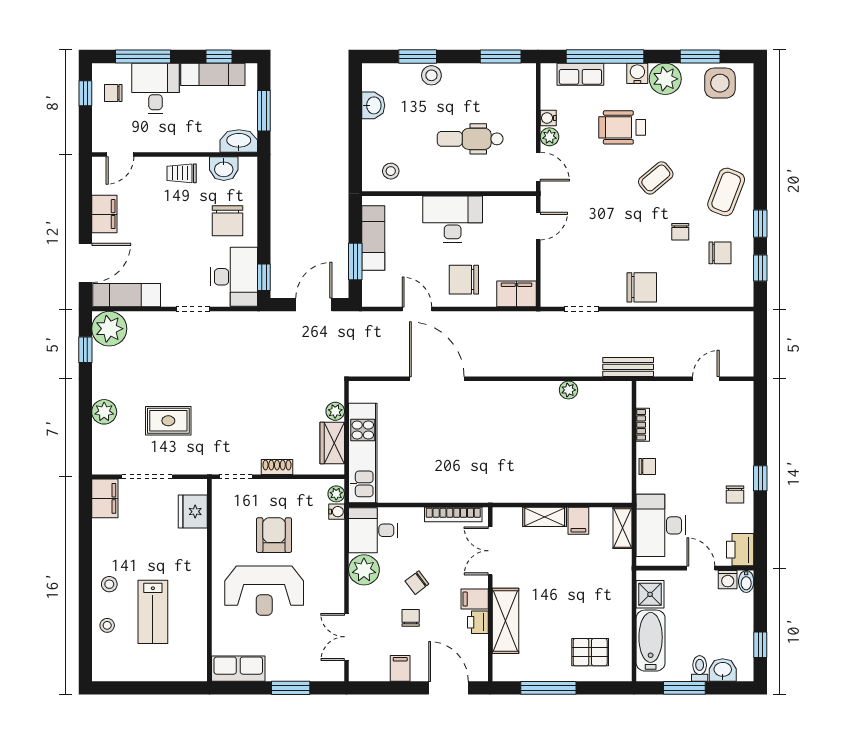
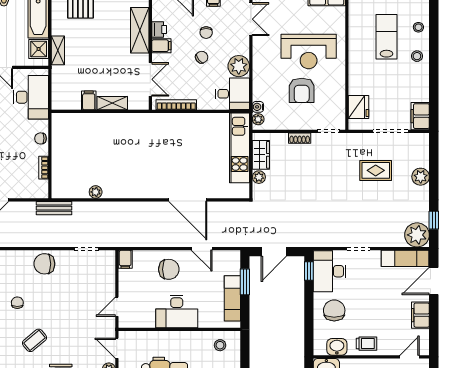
filing cabinet: (516, 294) -> (125, 259), width x0.50
shelving: (622, 528) -> (58, 50), moved
reception desk: (264, 591) -> (309, 52), turned 180

